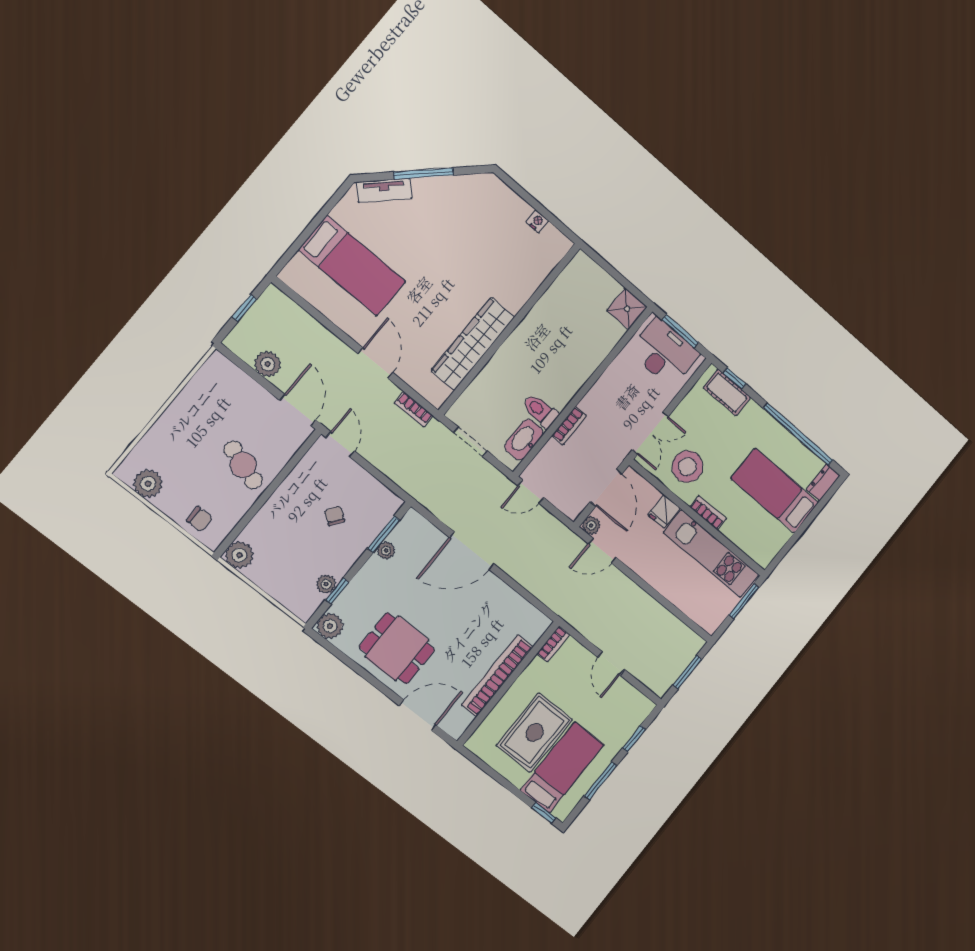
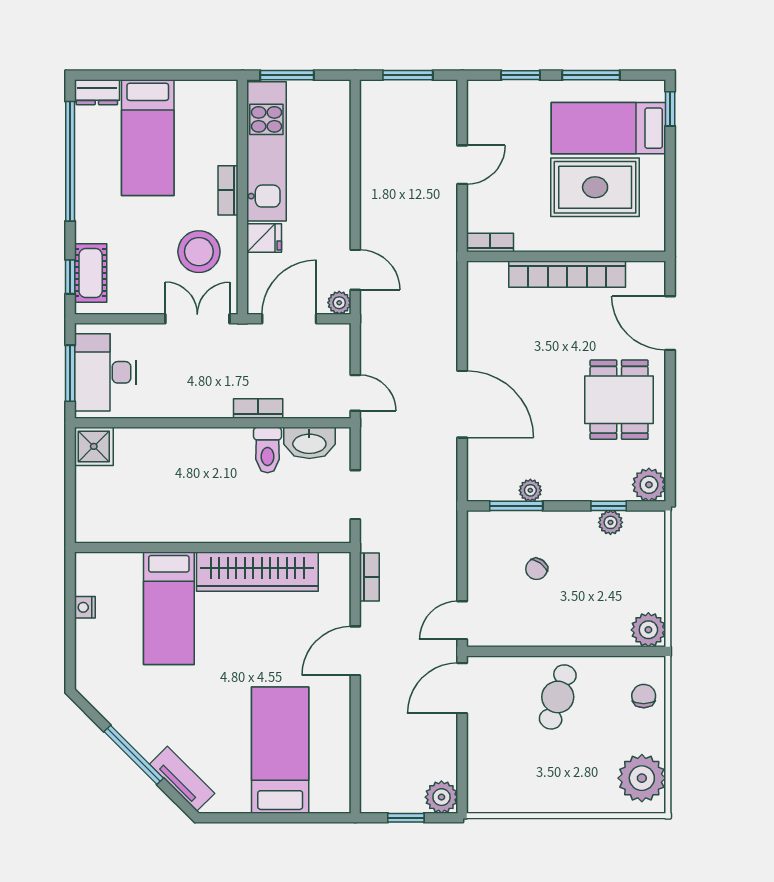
bed: (495, 271) -> (169, 608), added
plant: (268, 364) -> (441, 797), moved
plant: (148, 484) -> (642, 778), width x1.36, depth x1.36

